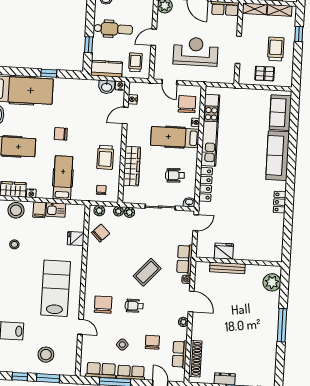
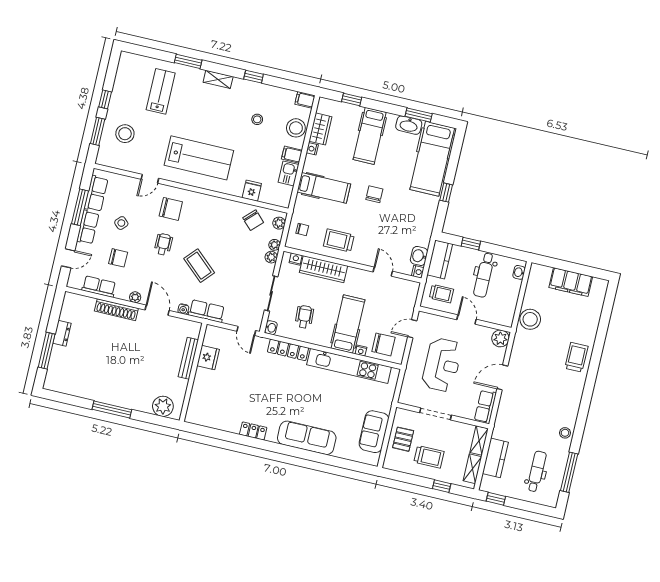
nightstand: (133, 99) -> (296, 259), moved
sofa: (280, 113) -> (374, 432), moved, turned -90
door: (191, 301) -> (157, 310), swing flipped
shoe rack: (195, 359) -> (116, 310), moved

